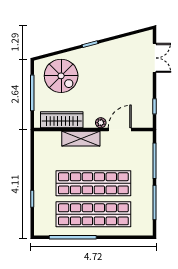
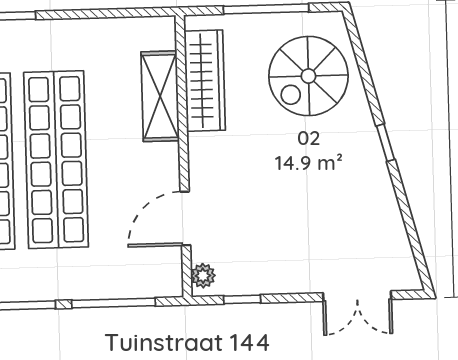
plant: (101, 123) -> (203, 276), moved
door: (120, 129) -> (185, 218), swing flipped
shelving: (81, 139) -> (160, 96), moved

